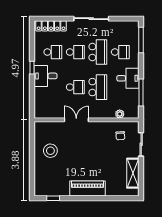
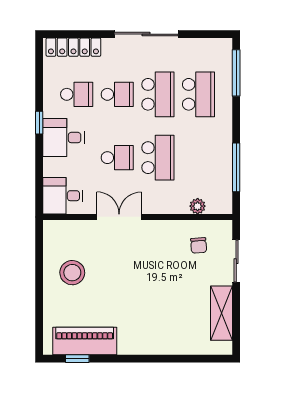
school desk: (120, 52) -> (199, 94), width x1.85
desk: (128, 78) -> (63, 196), moved, turned 180
piano: (88, 189) -> (85, 341), moved

